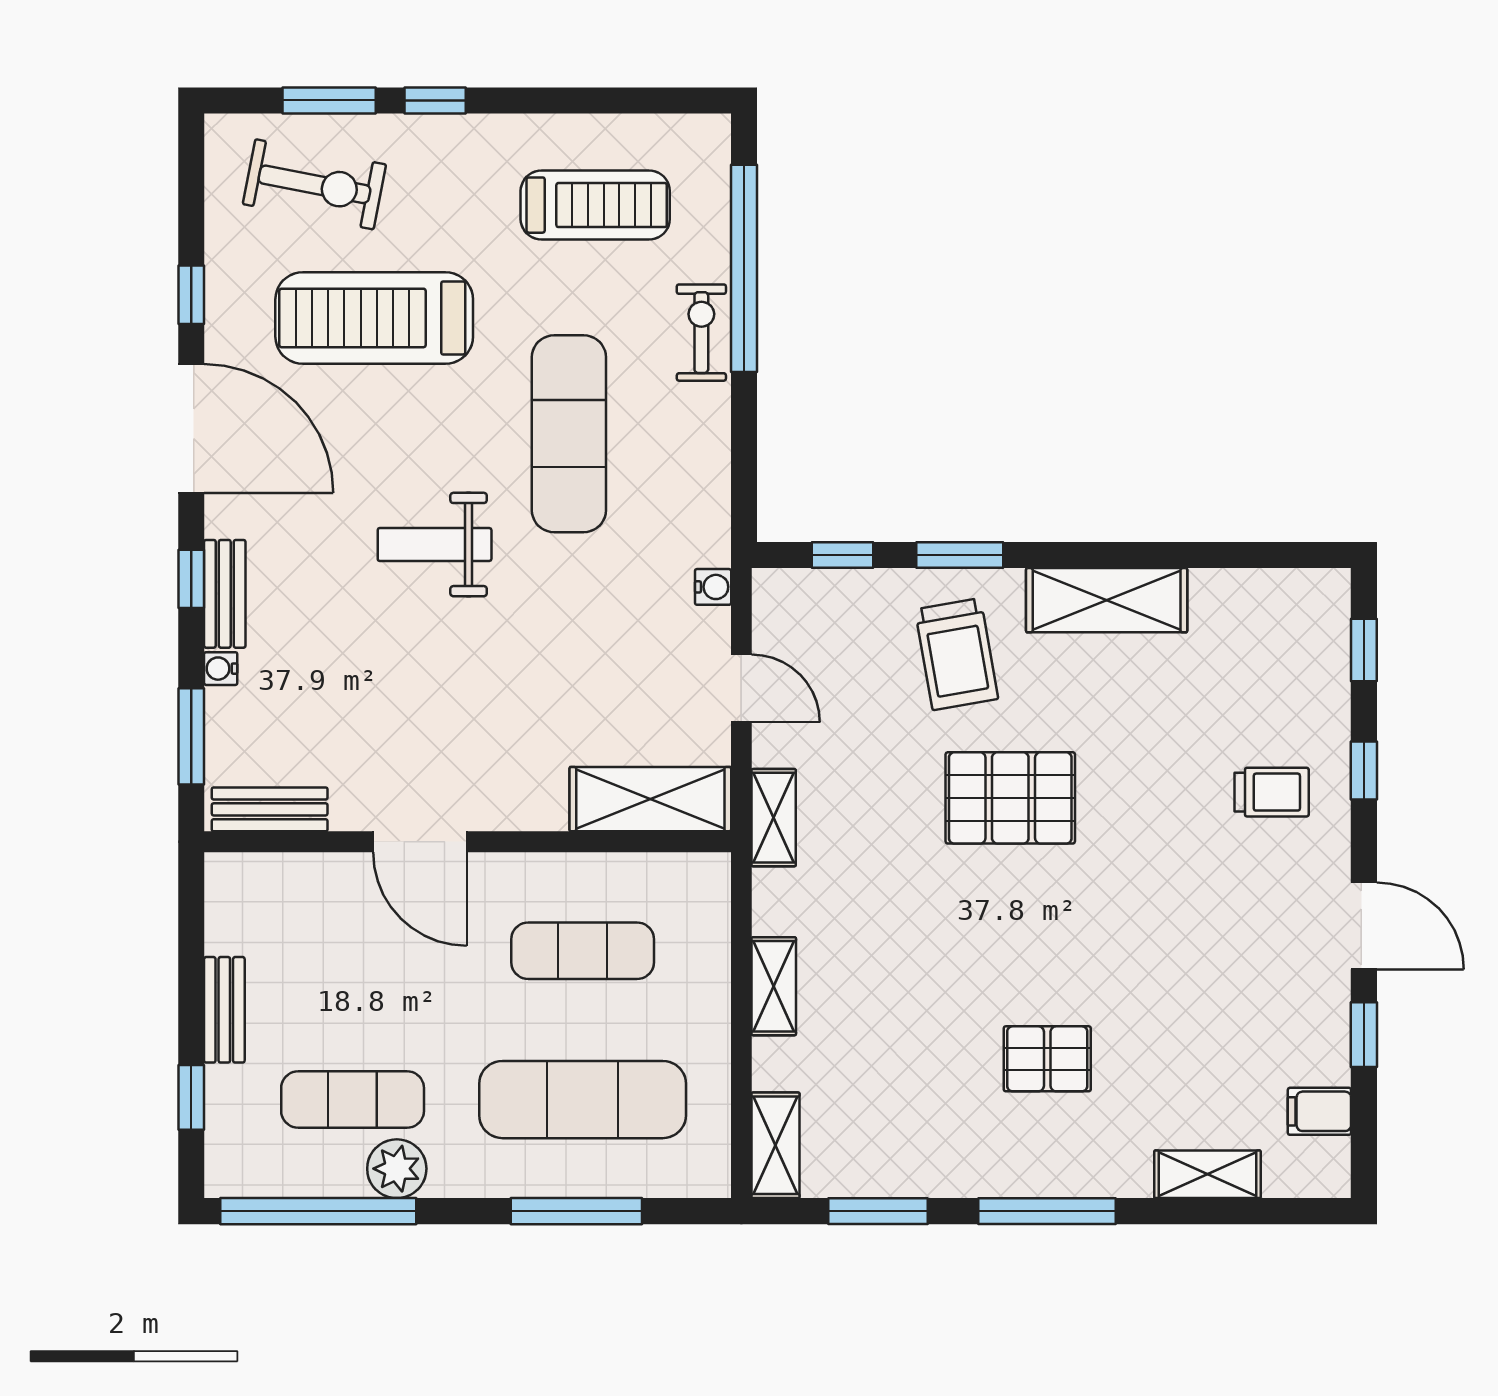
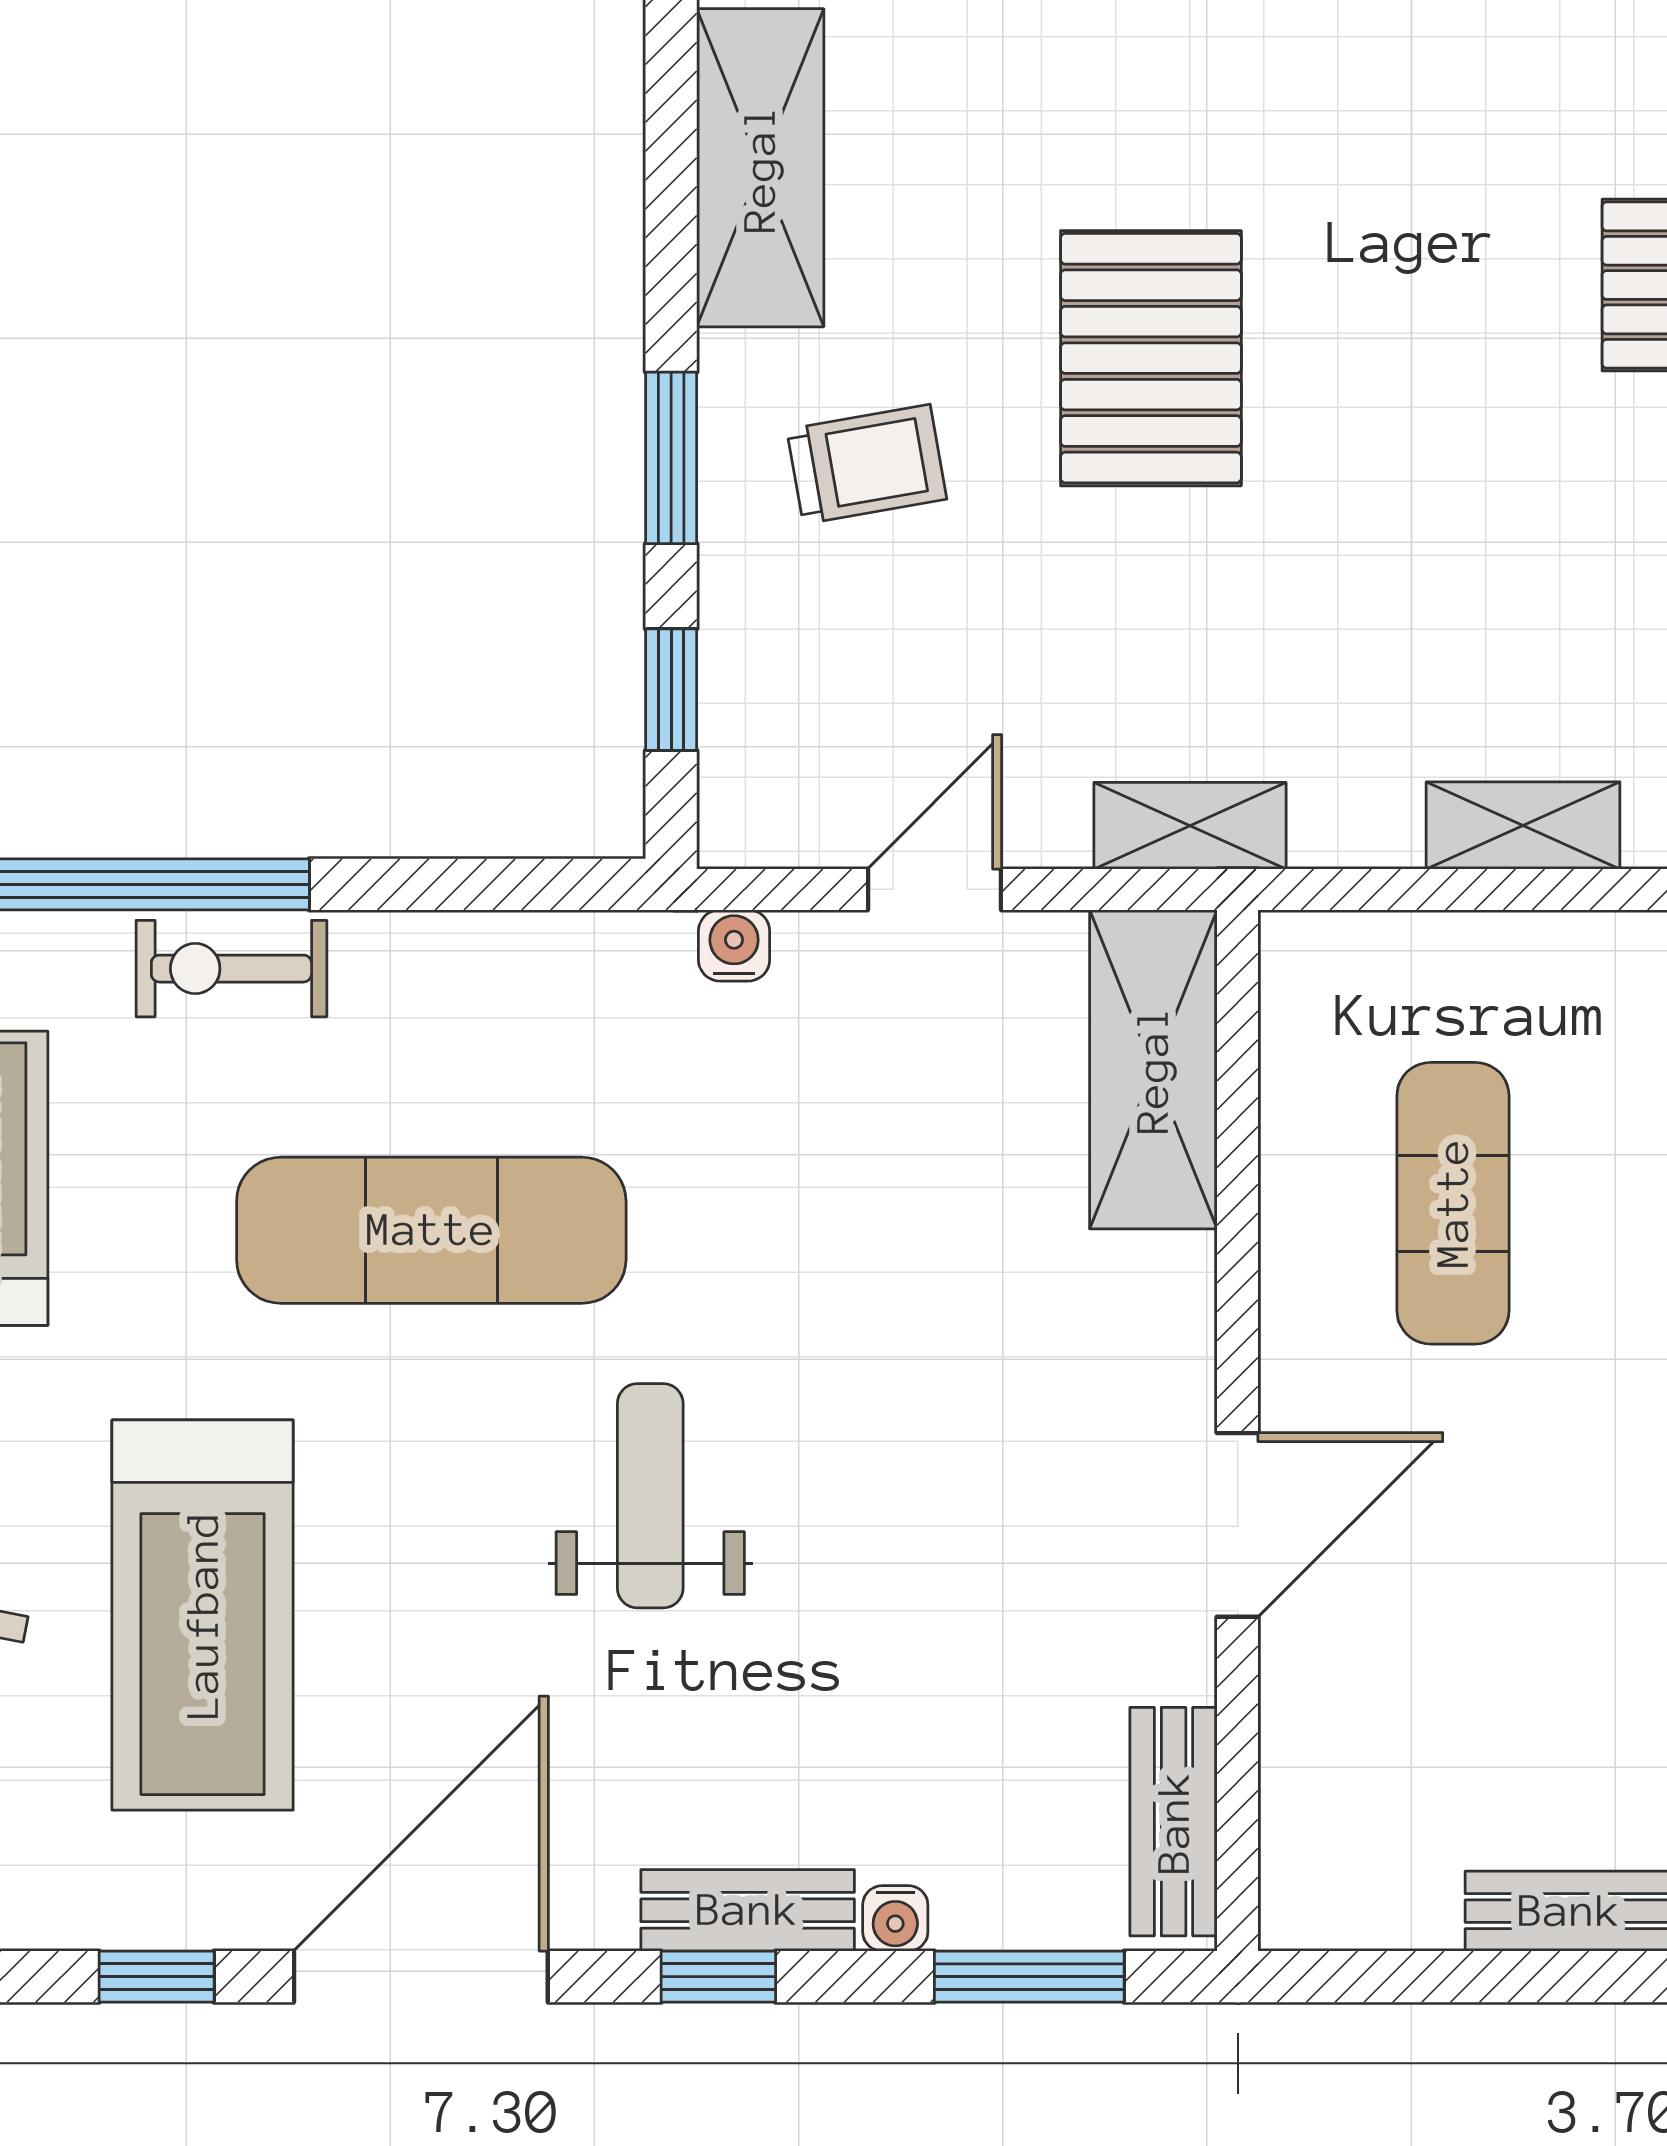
weight bench: (435, 545) -> (650, 1496), turned 180
trolley: (957, 654) -> (867, 464), width x0.73, depth x0.72

